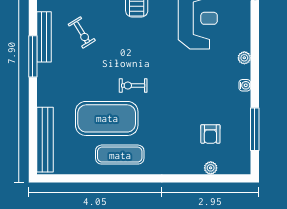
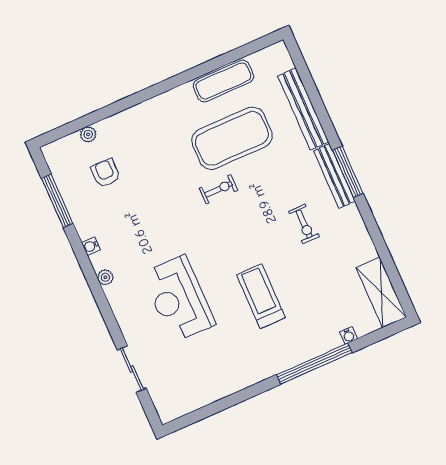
exercise bike: (82, 32) -> (304, 224), turned -148
bench: (44, 37) -> (334, 176), moved
bench: (45, 140) -> (303, 109), moved
exercise mat: (120, 155) -> (223, 81), moved

